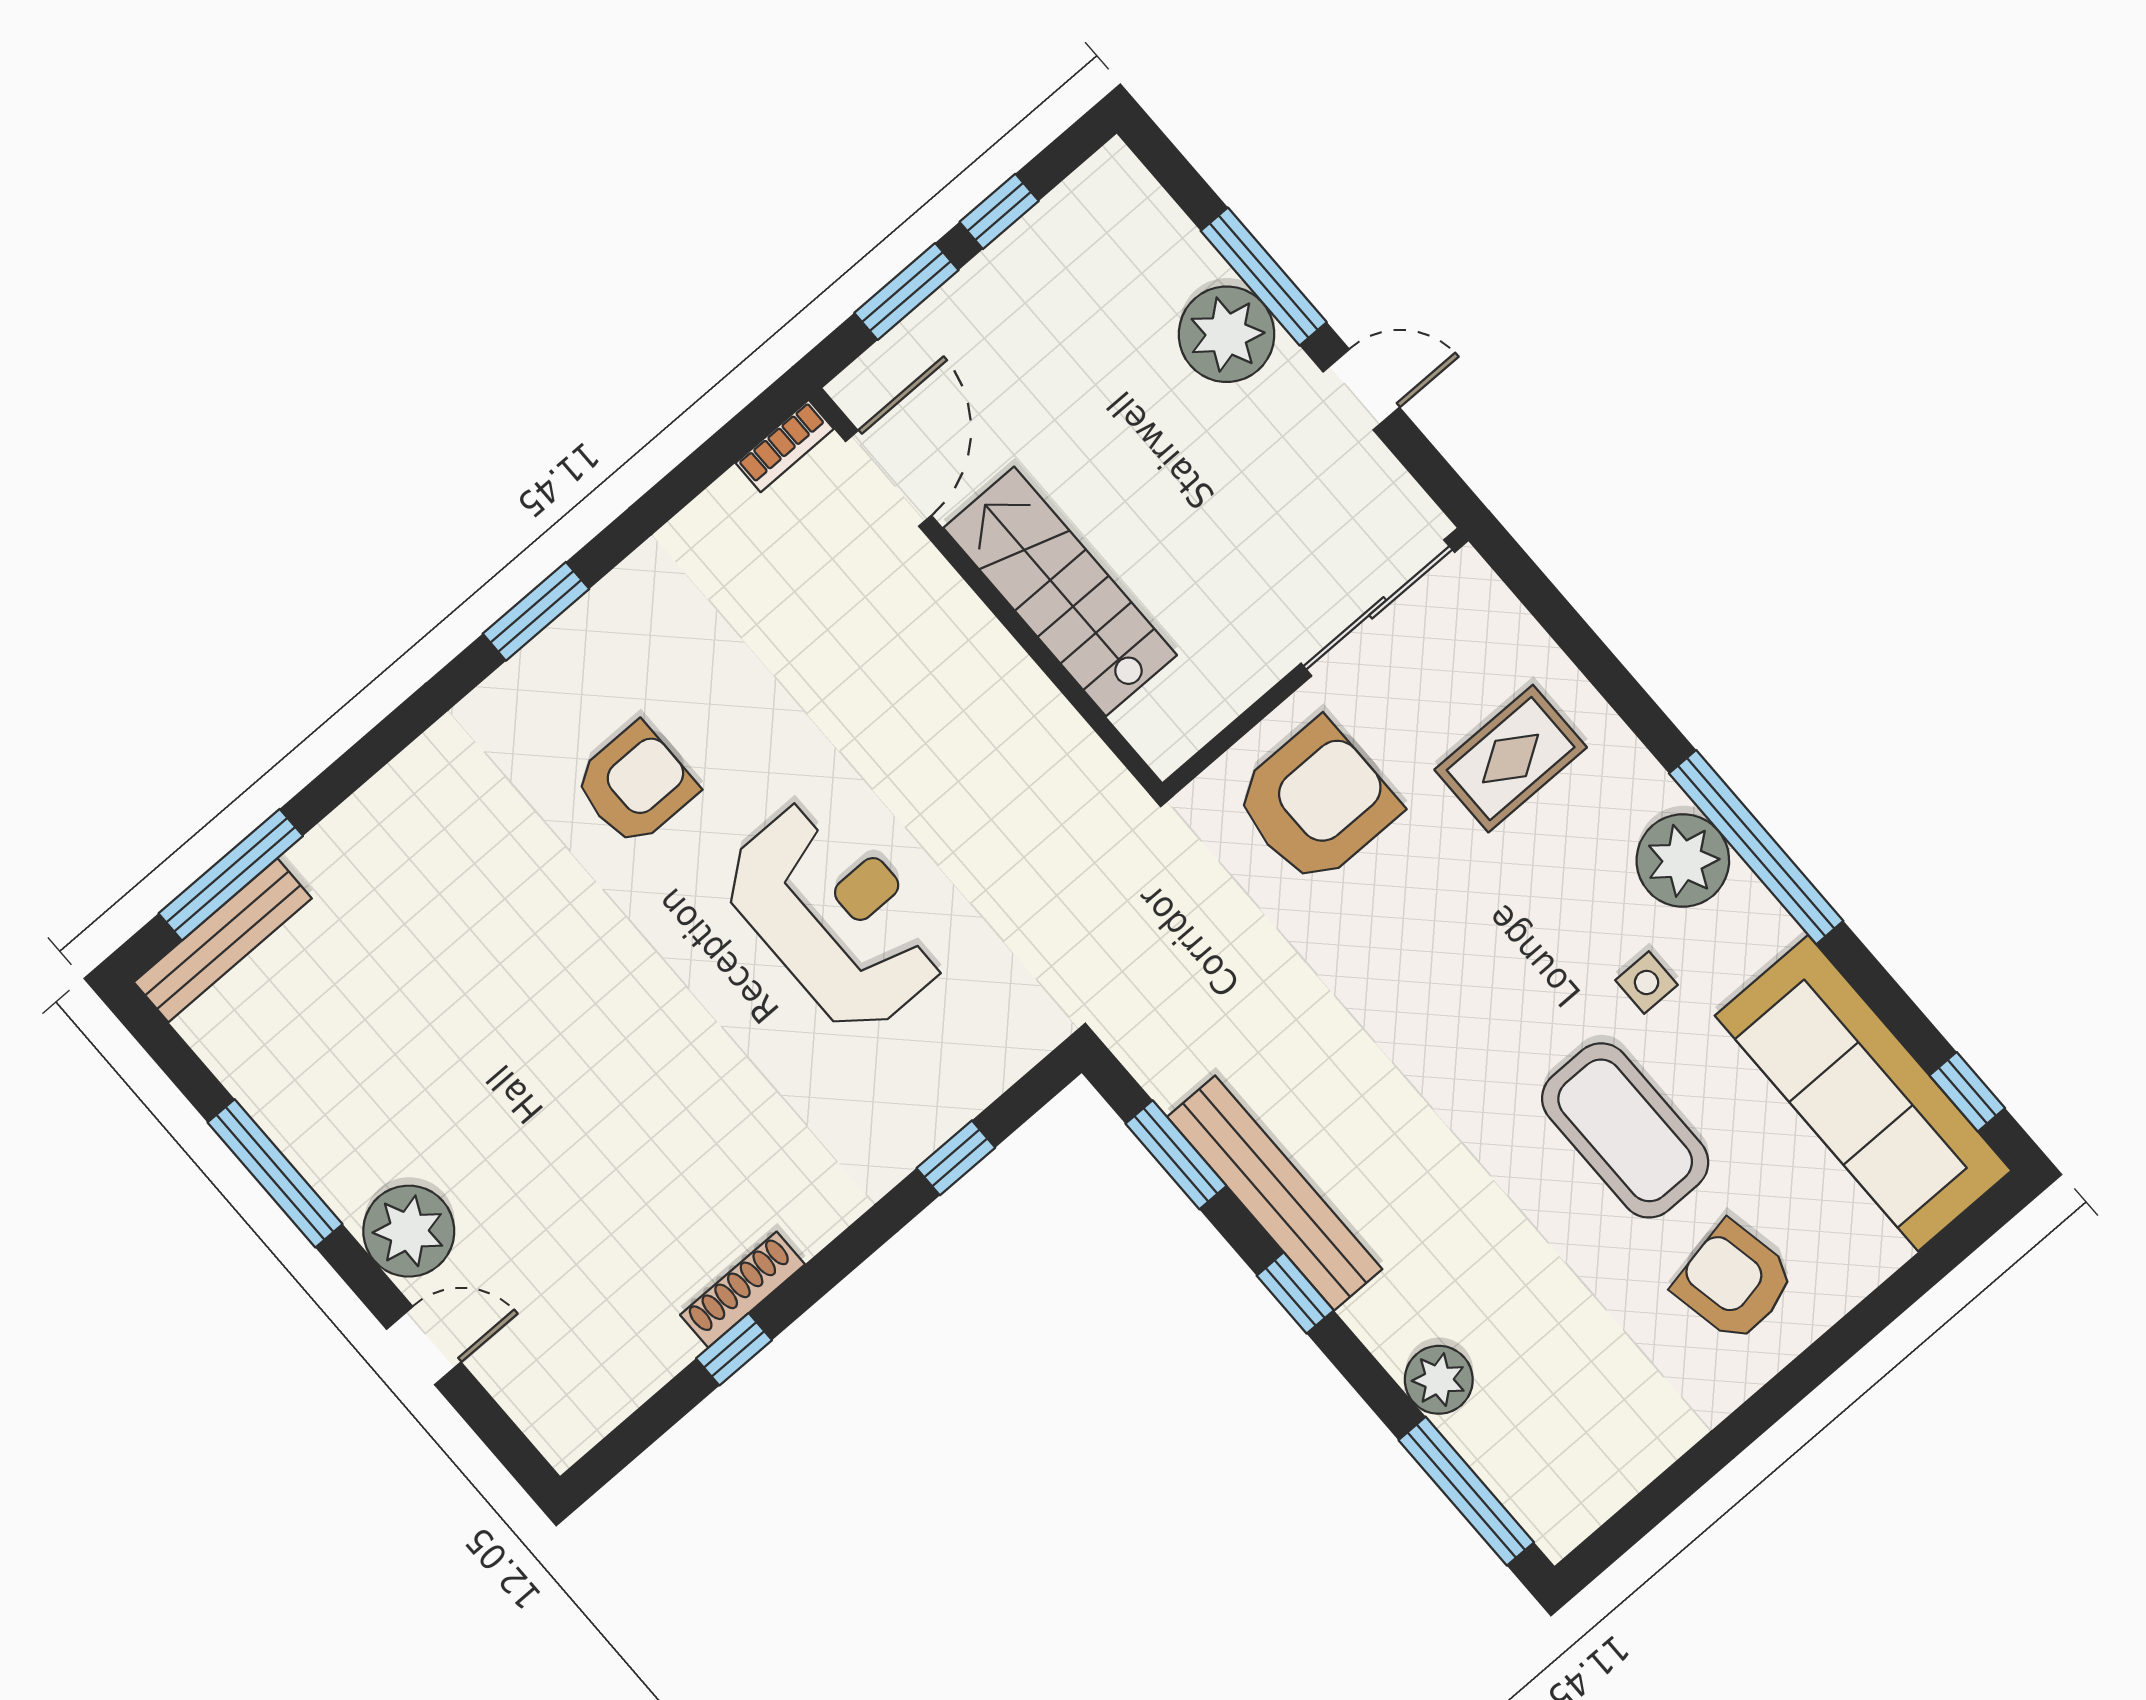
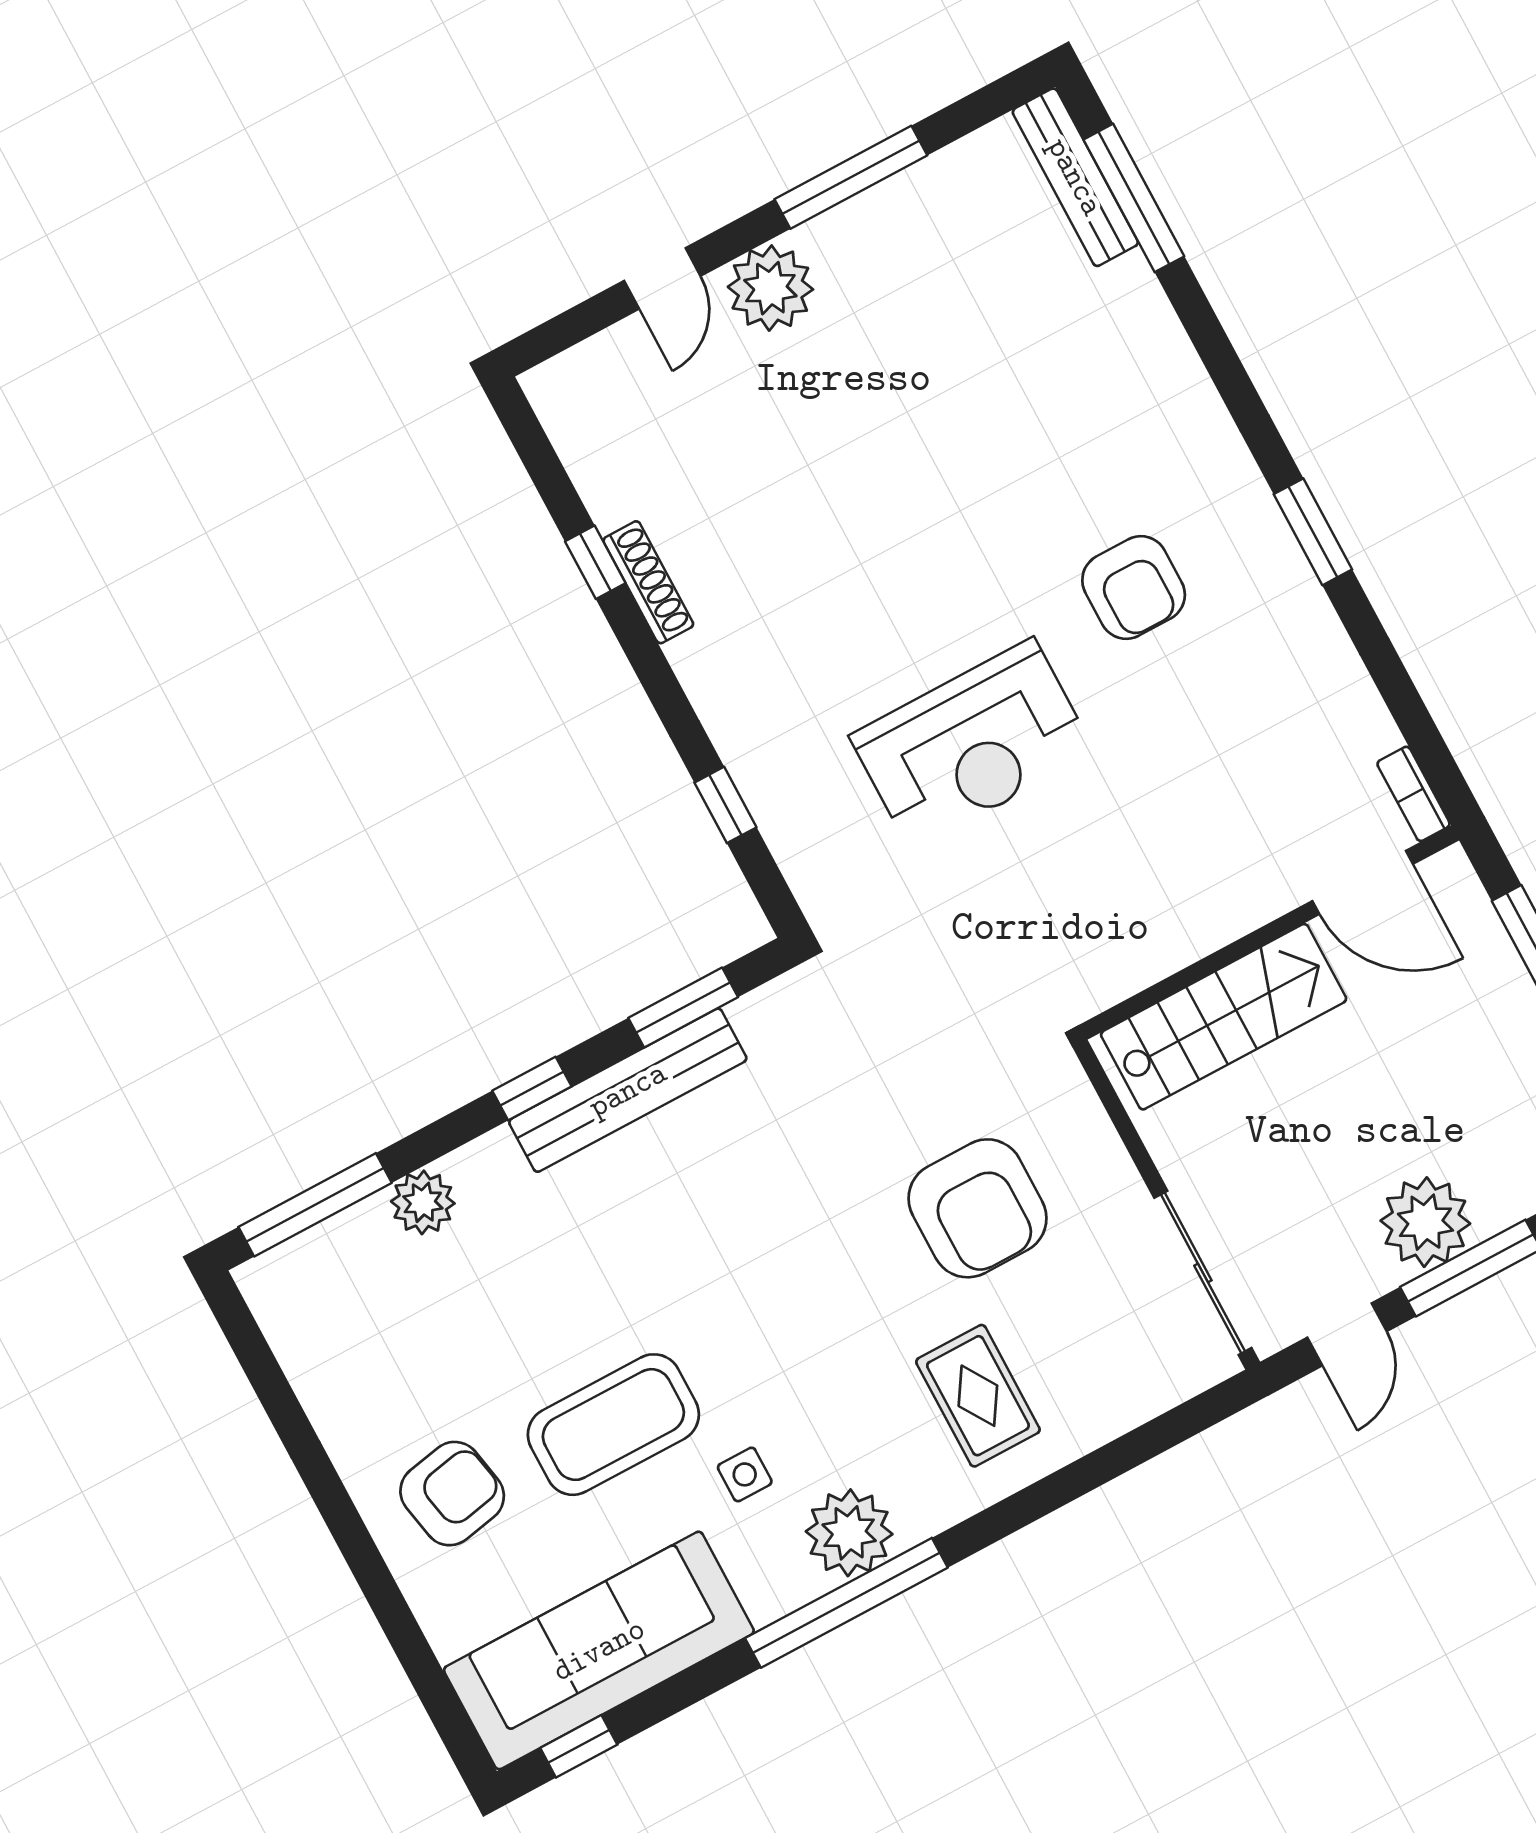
sliding door: (1378, 608) -> (1203, 1273), moved
wall: (1315, 662) -> (1166, 1205), moved

